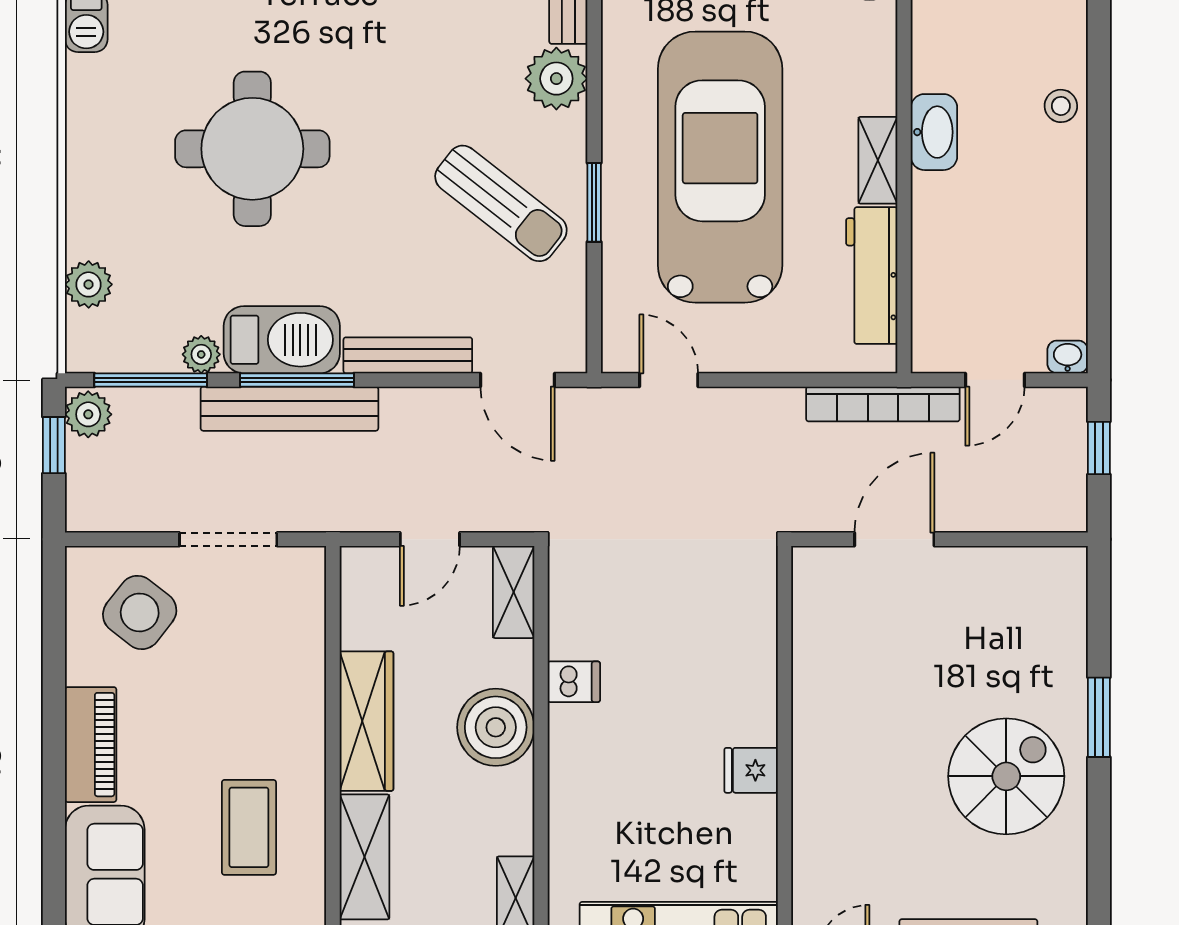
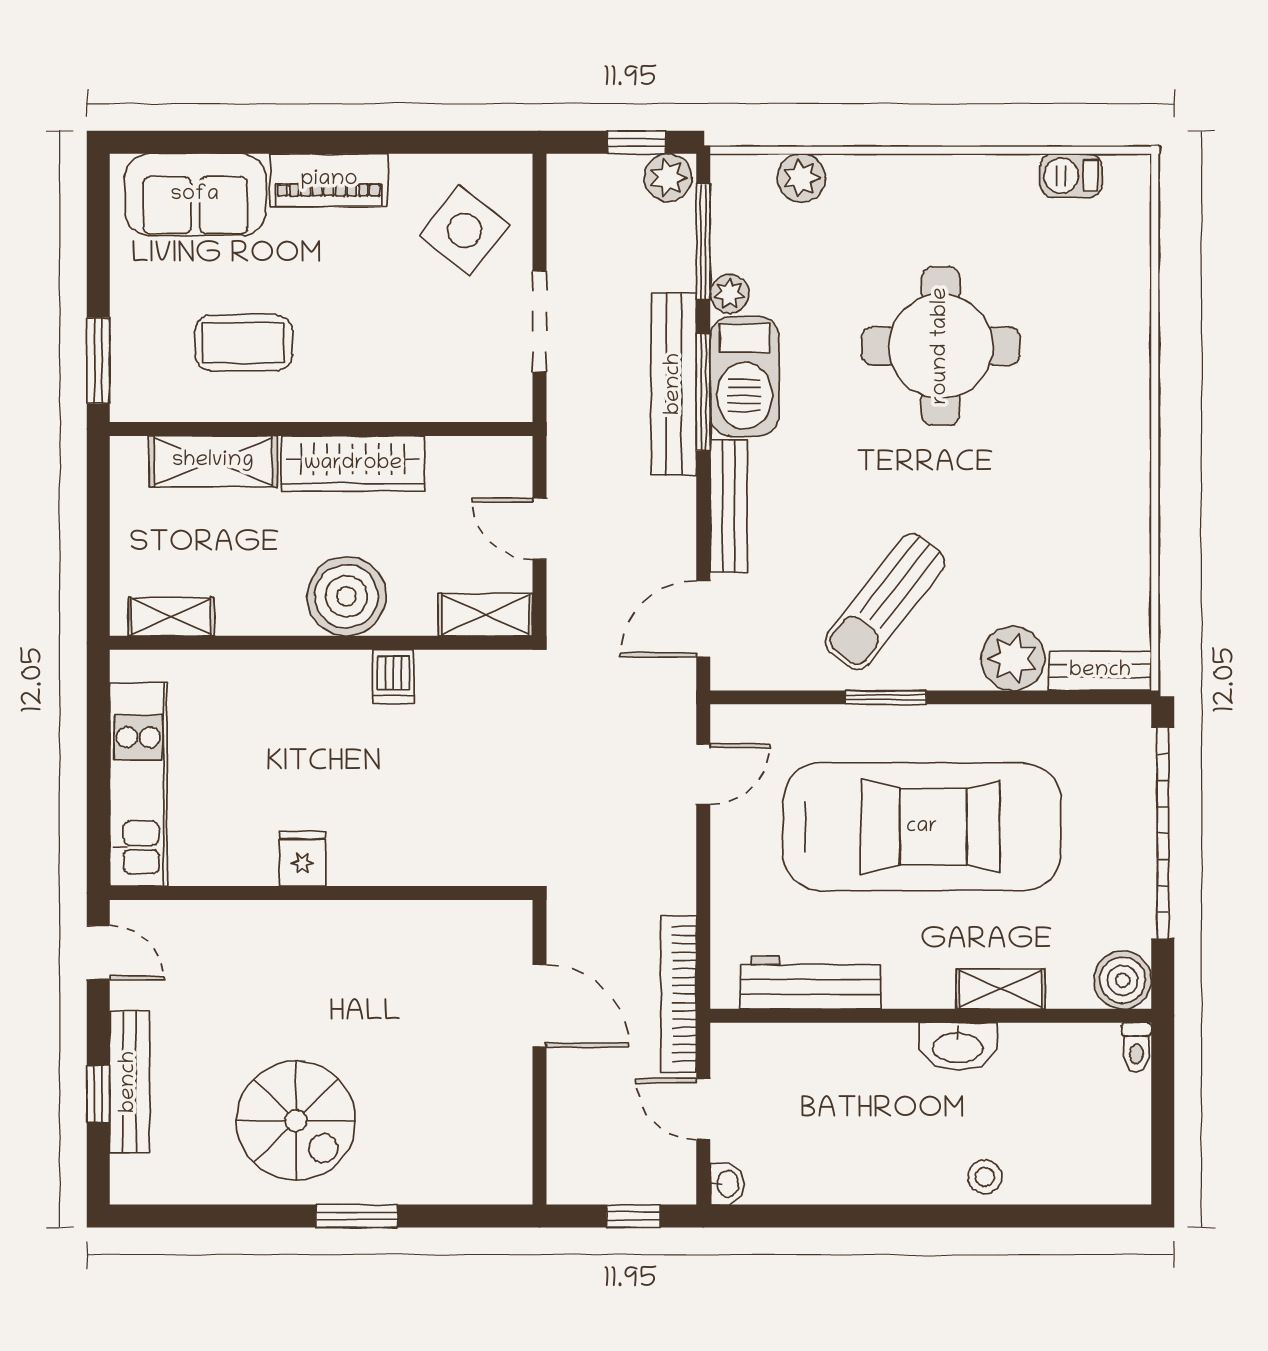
shelving: (878, 160) -> (1001, 989), moved

